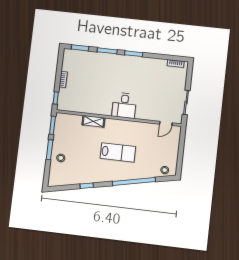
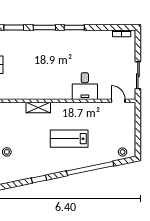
desk: (124, 105) -> (85, 86), moved
door: (166, 123) -> (118, 101), swing flipped
lab bench: (118, 152) -> (69, 139), turned 180

